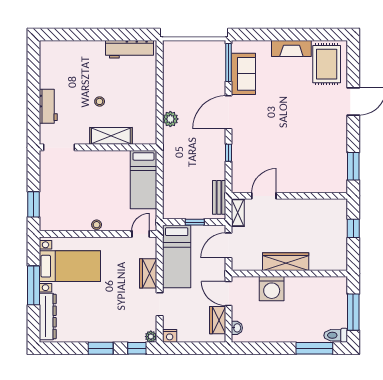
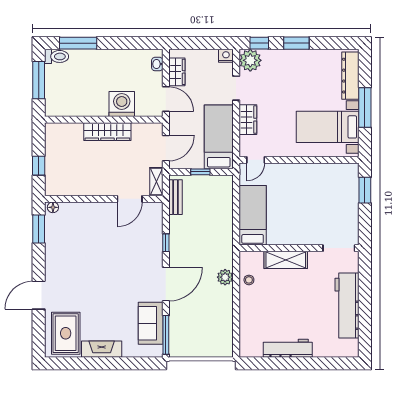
workbench: (130, 49) -> (288, 348), moved
stool: (100, 101) -> (249, 280), moved
workbench: (48, 106) -> (347, 305), width x1.88, depth x1.32
floor lamp: (339, 187) -> (53, 207), added
stool: (97, 225) -> (300, 169), removed
plant: (151, 337) -> (250, 60), width x1.88, depth x1.88

